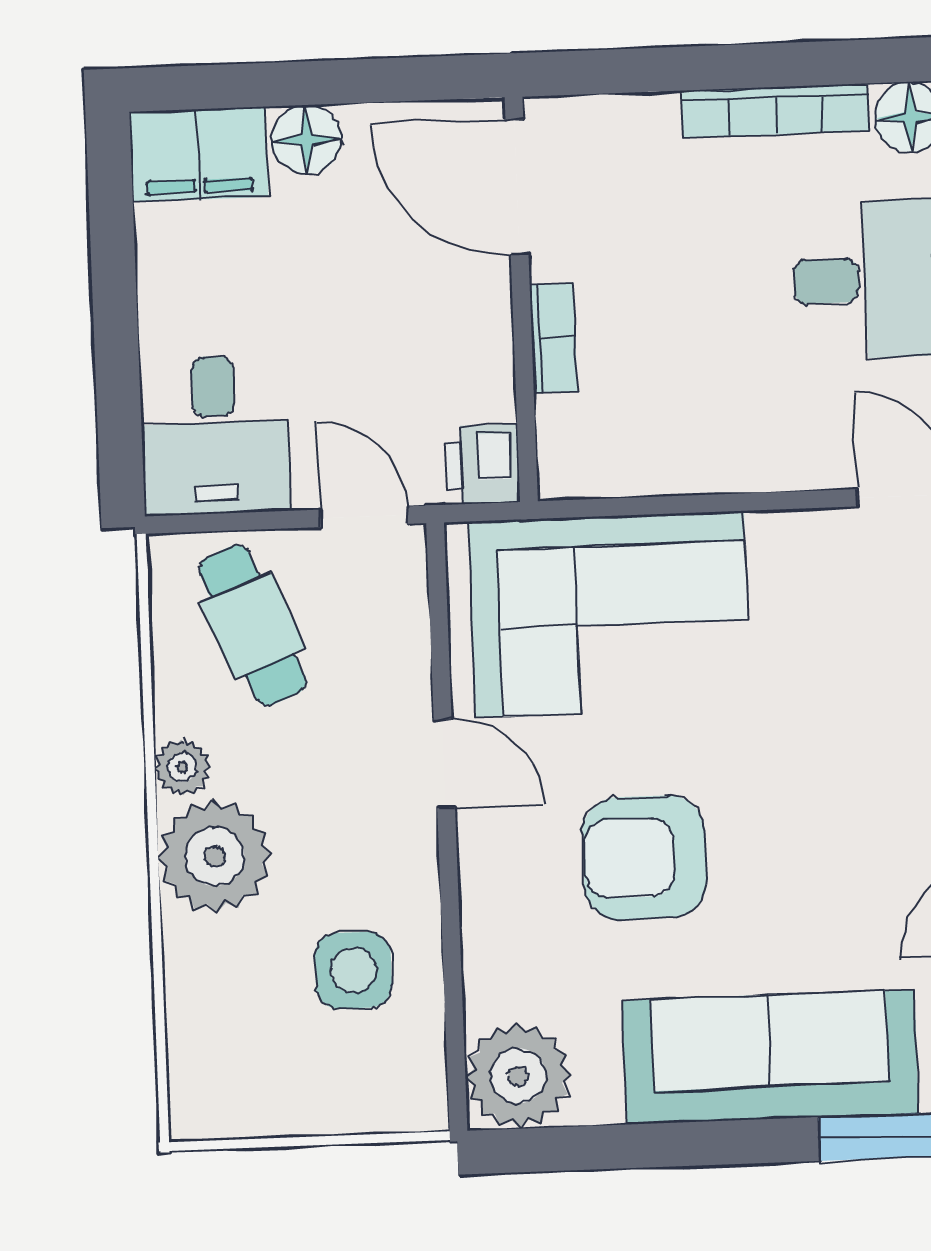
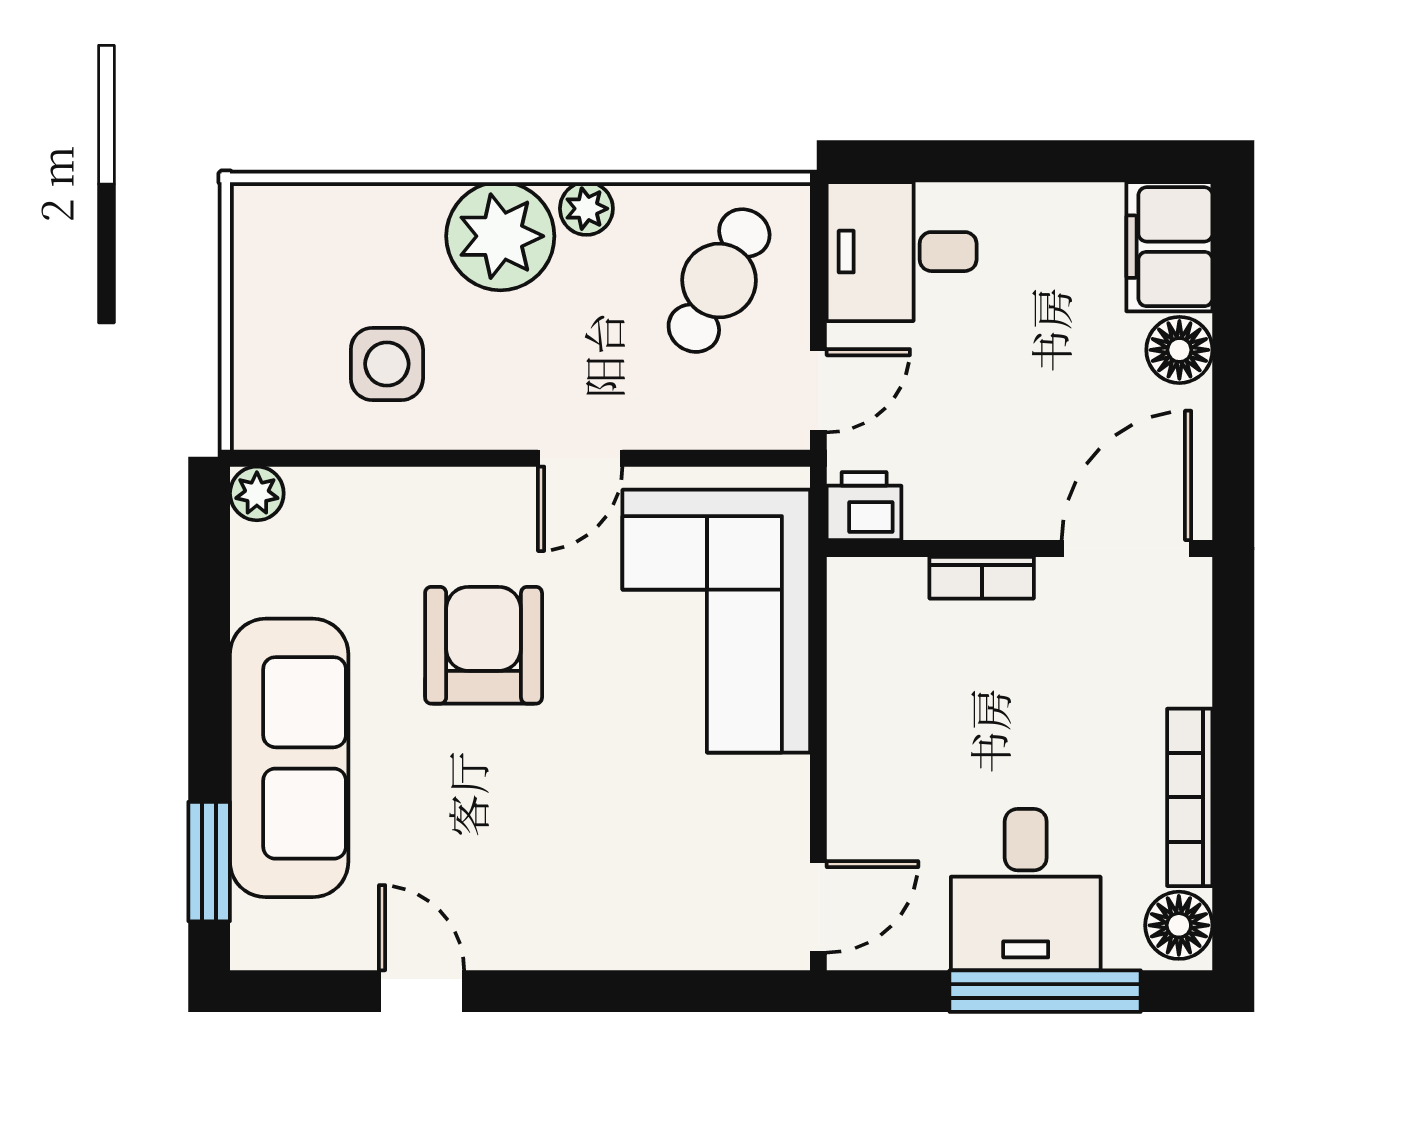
cafe table: (252, 625) -> (719, 281), turned -40
plant: (518, 1076) -> (257, 493), width x0.53, depth x0.53

